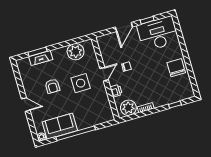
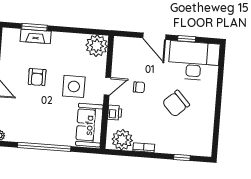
door: (124, 27) -> (154, 36), hinge flipped
plant: (76, 52) -> (97, 46), moved
chair: (176, 68) -> (176, 104), moved, turned -133
sofa: (60, 126) -> (89, 125), moved, turned -90

